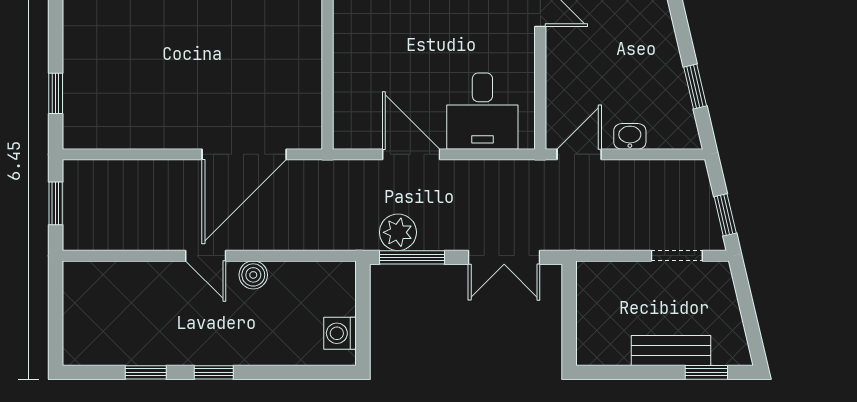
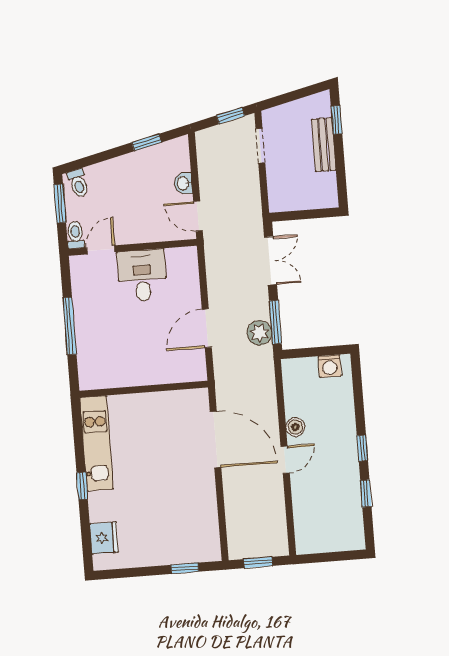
desk: (482, 111) -> (142, 276), moved, turned -90

